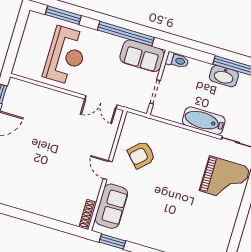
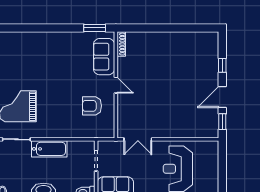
double door: (101, 102) -> (138, 139), swing flipped
armchair: (141, 155) -> (92, 106), turned -136

